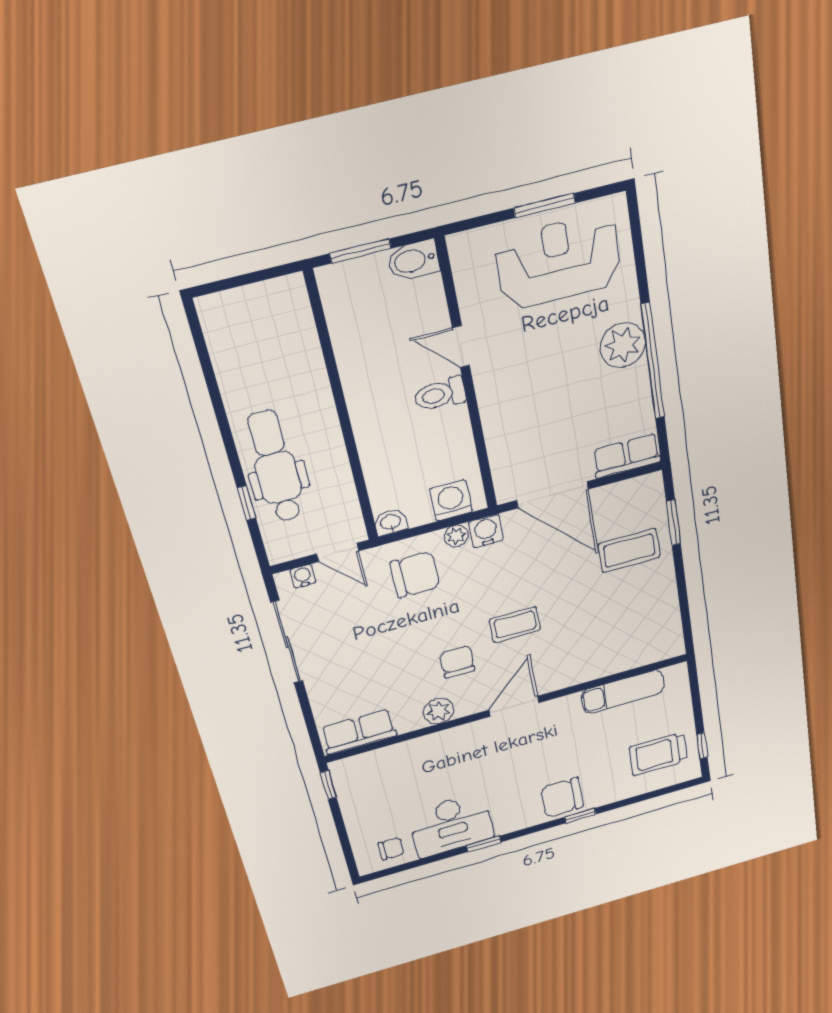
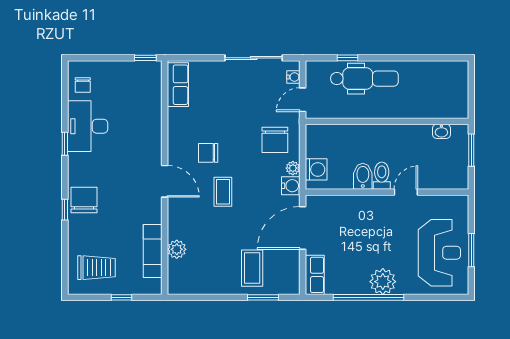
bidet: (413, 260) -> (363, 176), moved
washbasin: (391, 522) -> (441, 131), moved, turned 90
chair: (457, 662) -> (208, 153), turned 180
plant: (439, 711) -> (177, 249), moved
window: (702, 746) -> (122, 297), moved
trolley: (658, 754) -> (96, 268), turned 89

